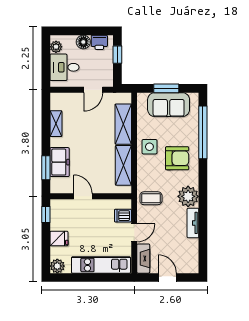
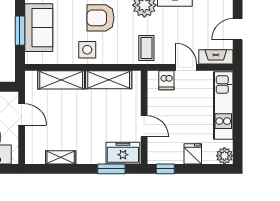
armchair: (177, 158) -> (100, 18), turned -90
freezer: (60, 162) -> (123, 153), moved
door: (83, 196) -> (144, 126), swing flipped

